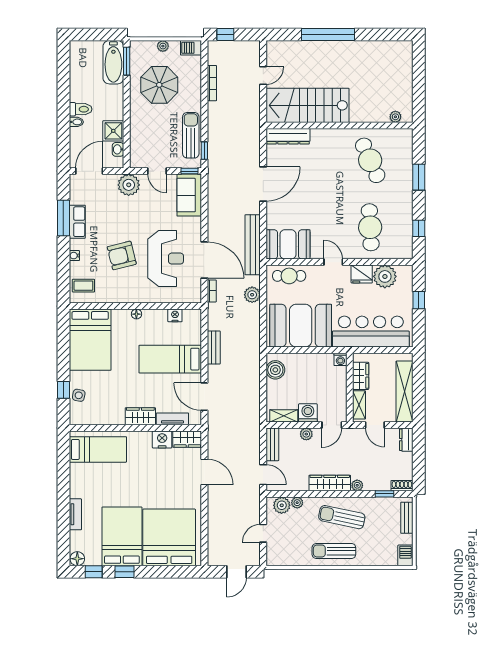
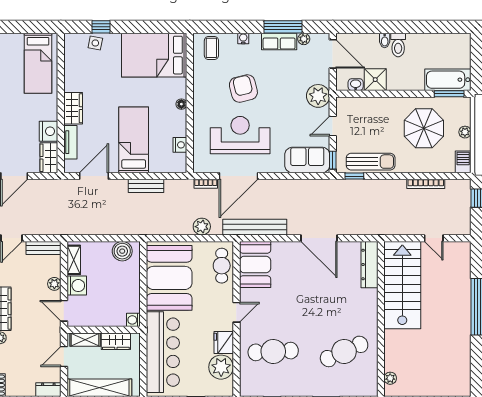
plant: (75, 198) -> (304, 39), added
reception desk: (166, 259) -> (240, 135), turned 180

